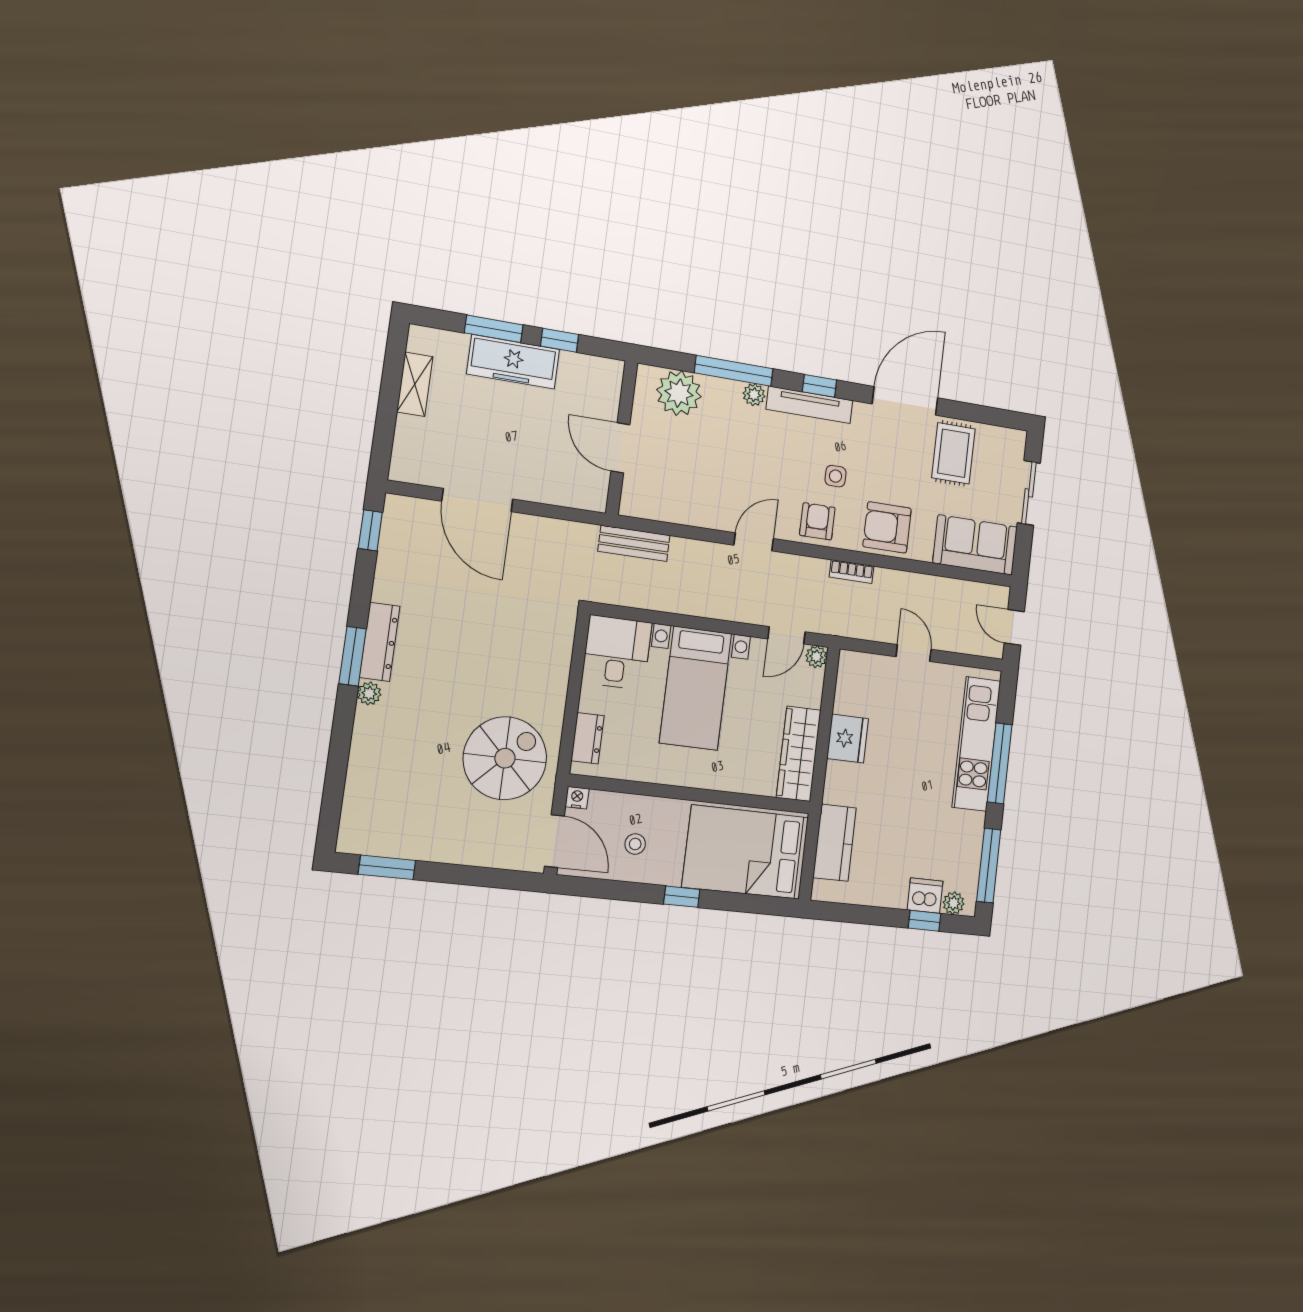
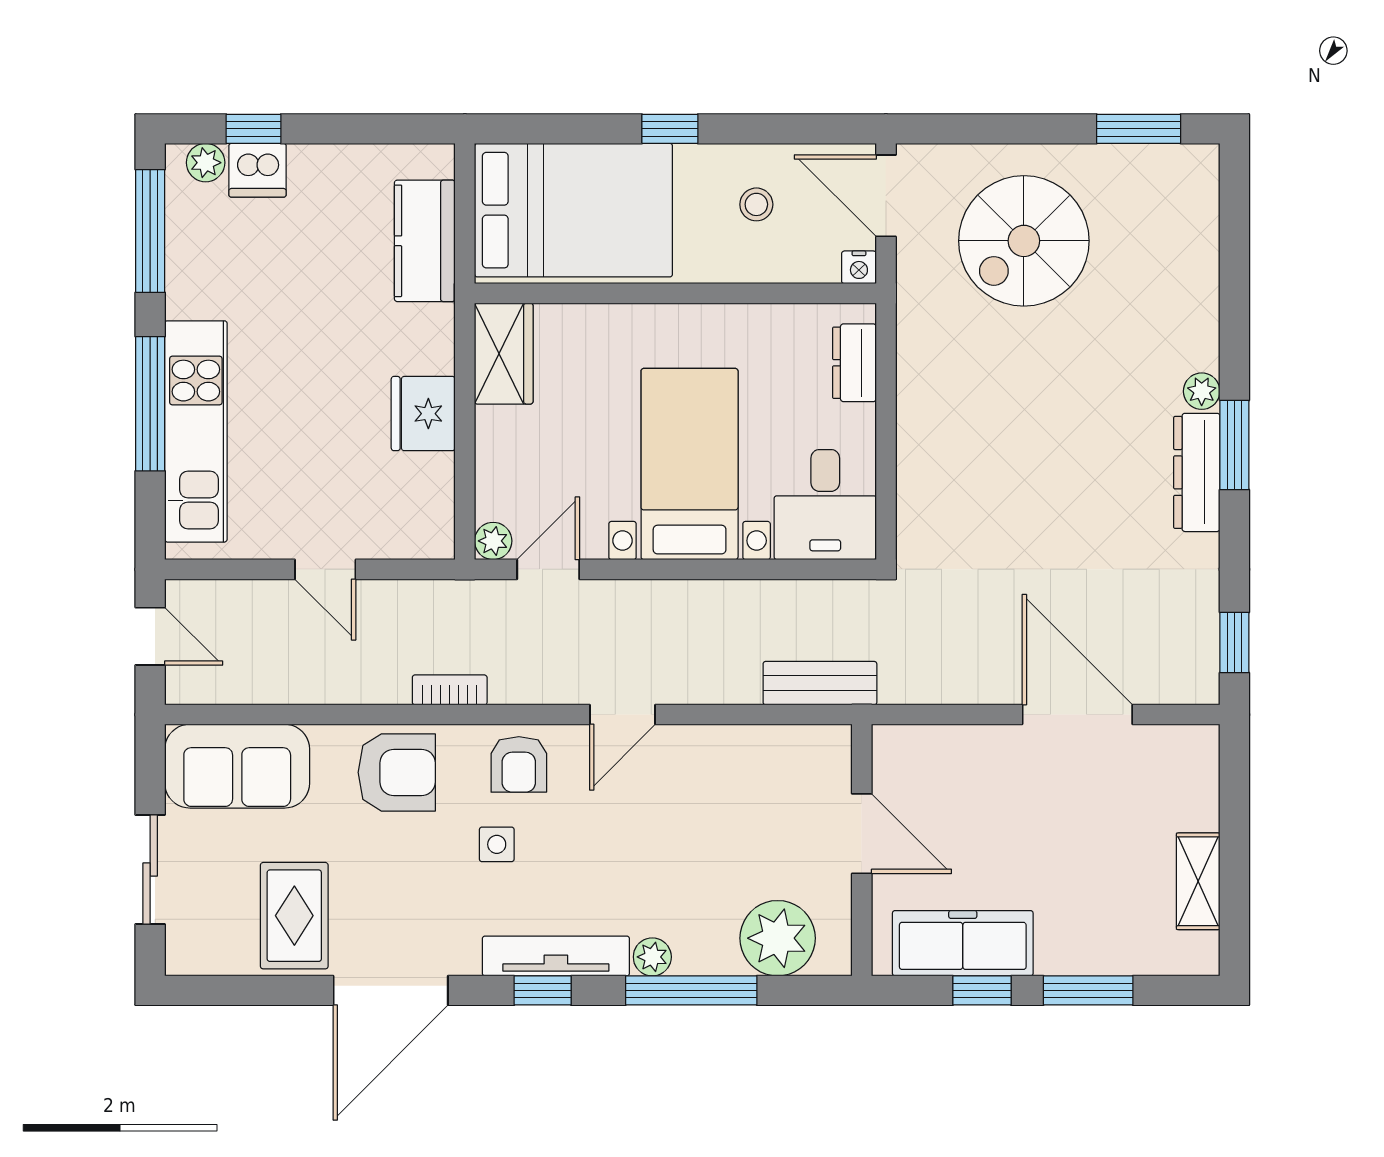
freezer: (513, 362) -> (963, 943), moved
wardrobe: (799, 754) -> (504, 354), width x0.67
spiral stairs: (505, 758) -> (1024, 241), moved

